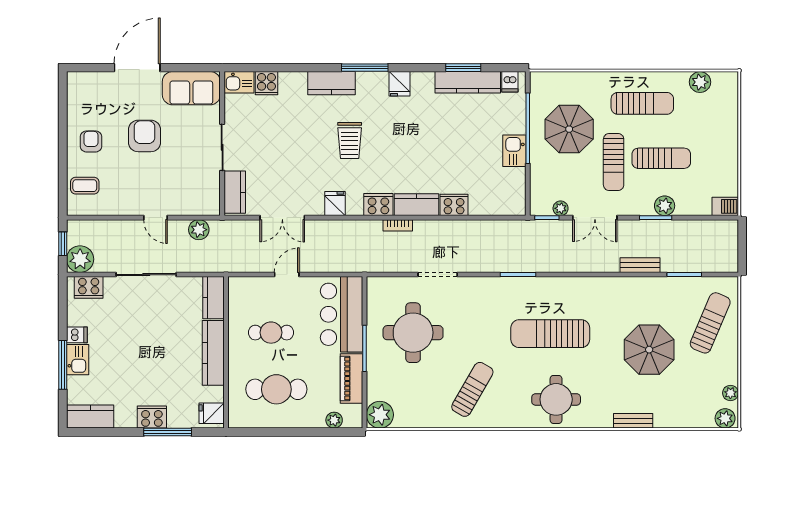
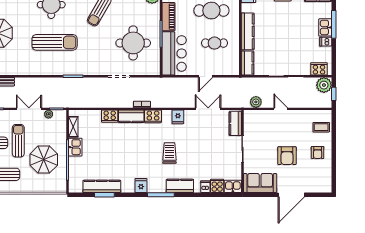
dishwasher: (510, 82) -> (205, 187), moved
shelving: (518, 186) -> (73, 127), added

